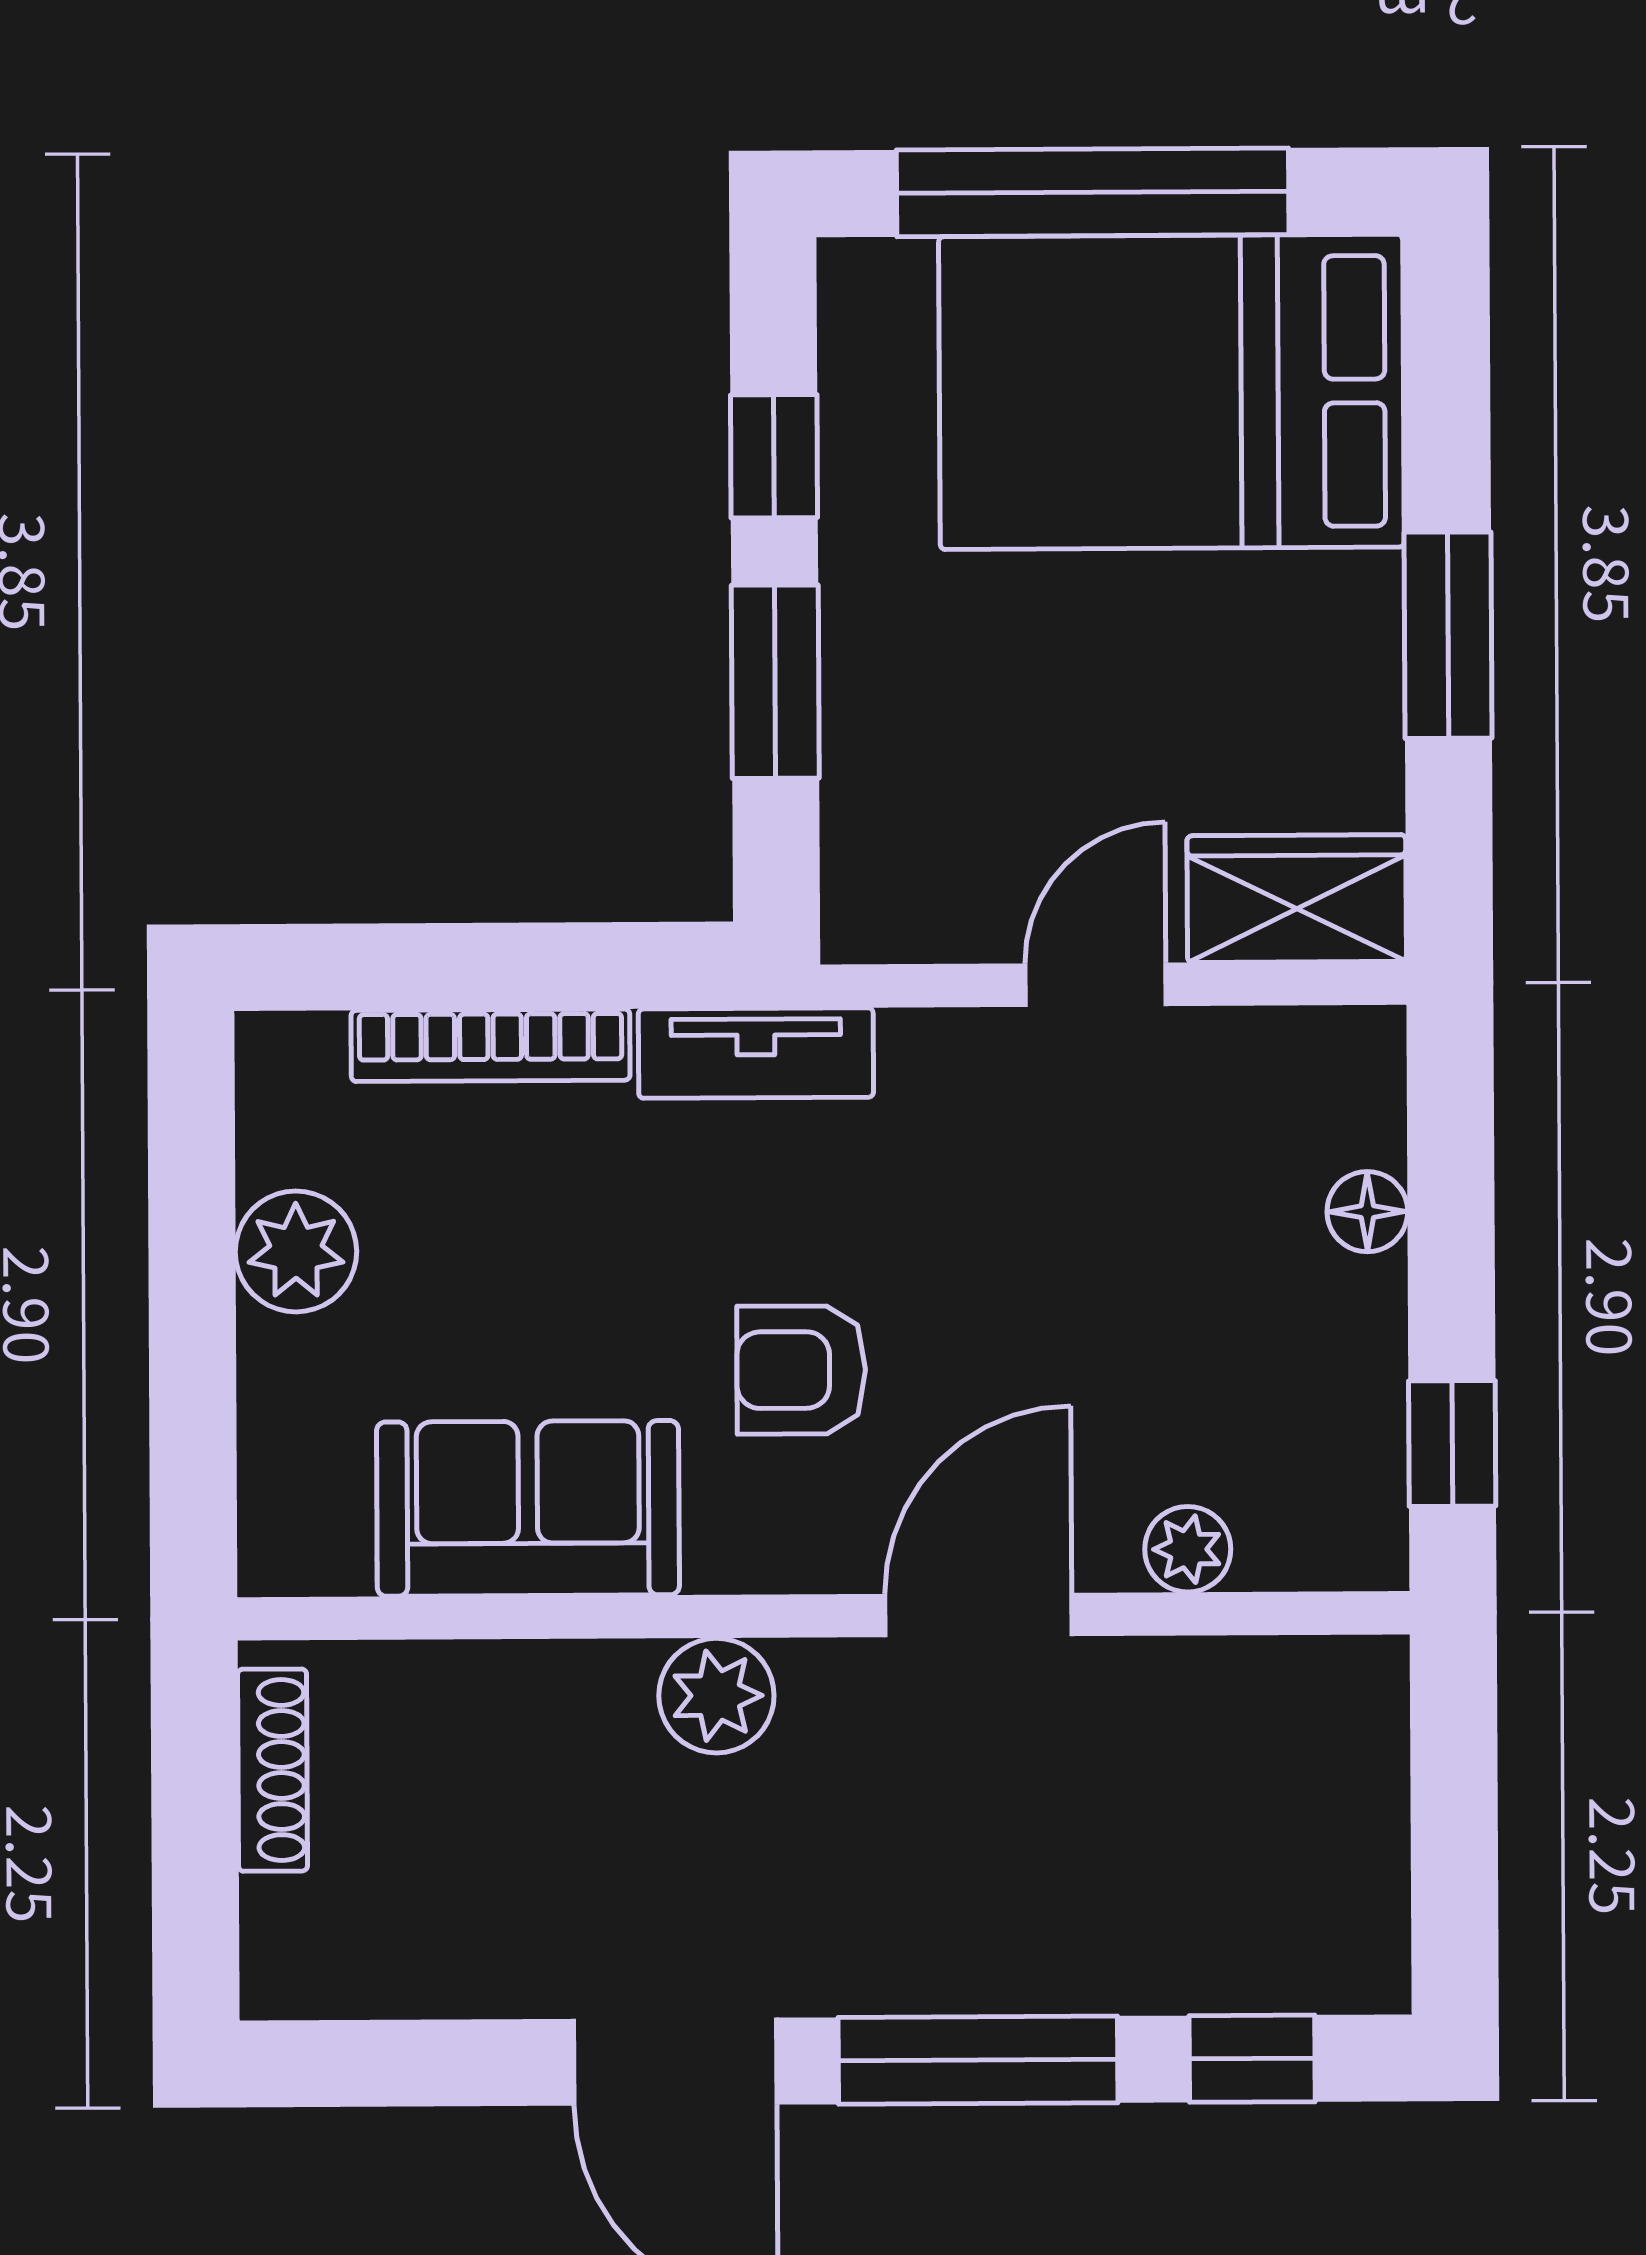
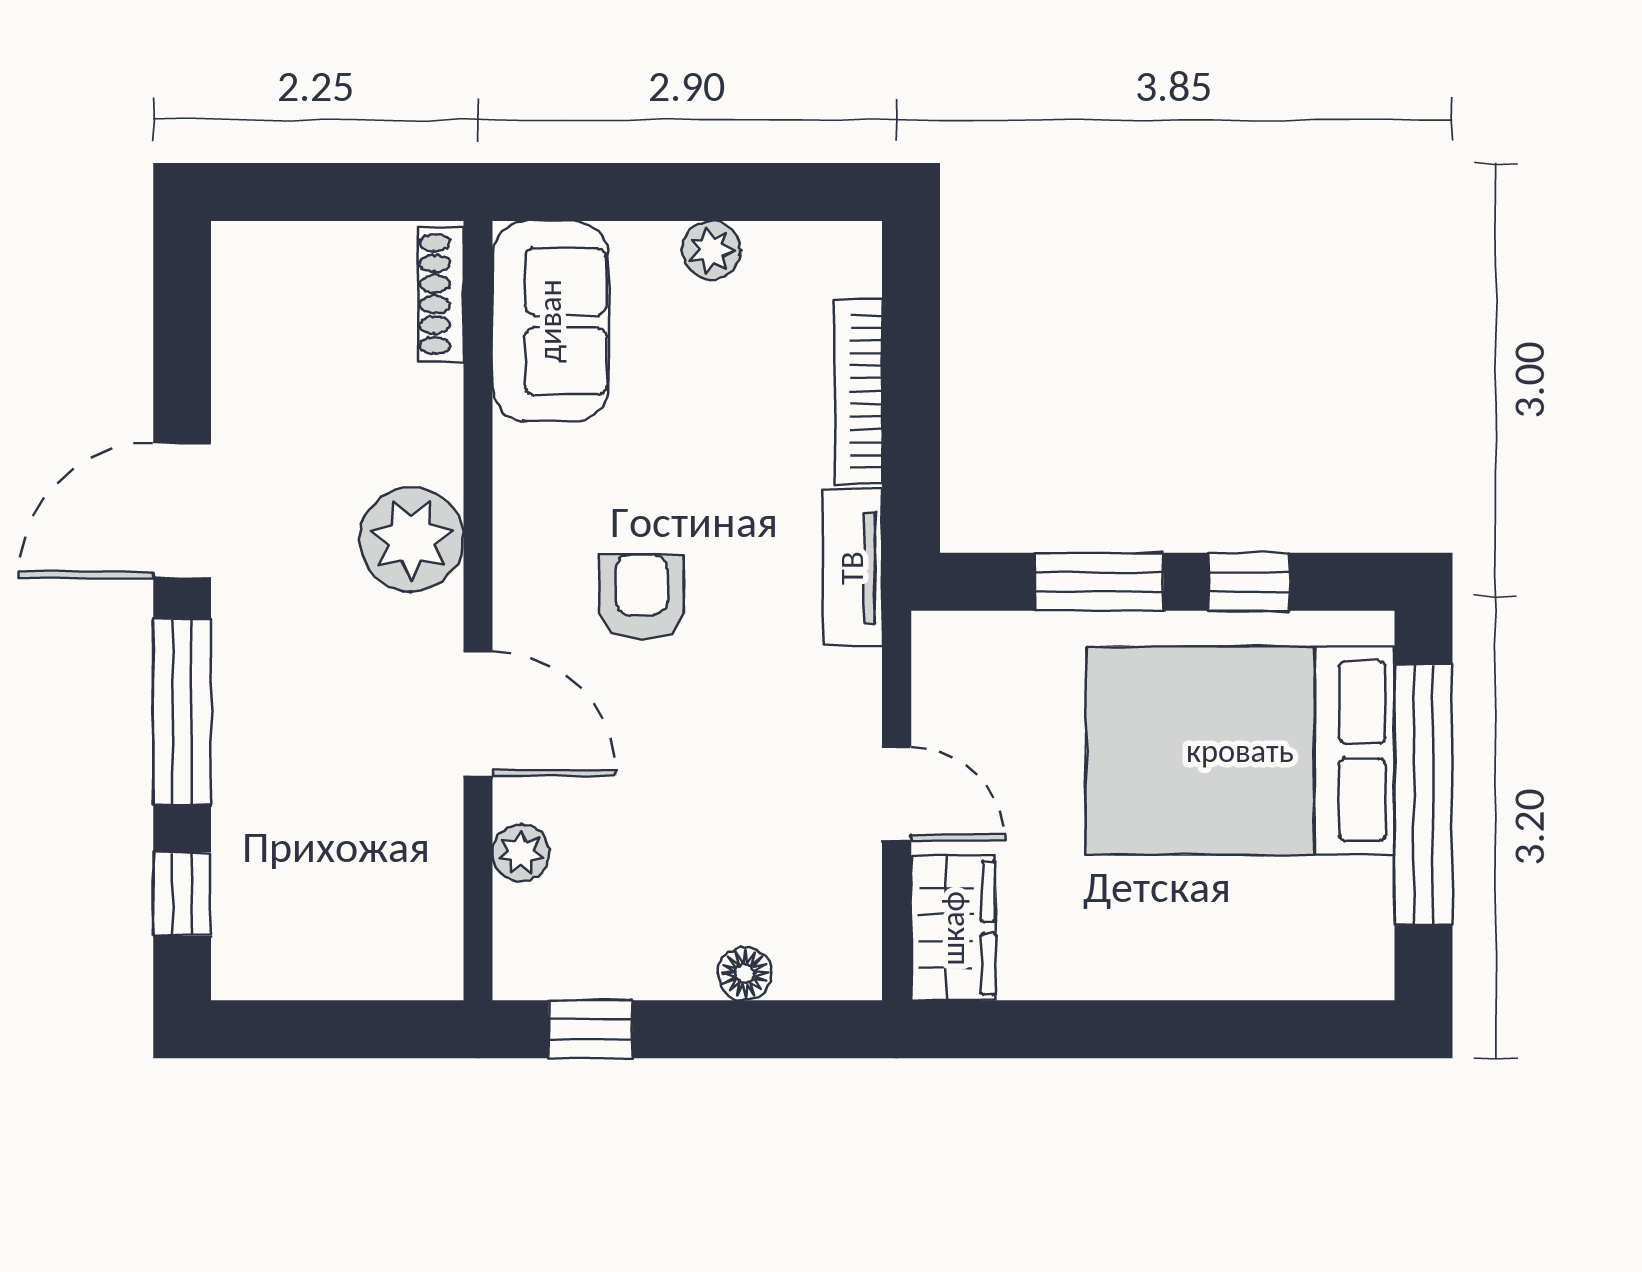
bed: (1171, 392) -> (1240, 751), moved, turned -90
window: (1448, 635) -> (1128, 1029), removed
plant: (296, 1251) -> (711, 250), width x0.73, depth x0.73
sofa: (528, 1508) -> (550, 321), moved
plant: (716, 1696) -> (411, 539), width x1.36, depth x1.36
shoe rack: (272, 1770) -> (441, 294), moved, turned 90

